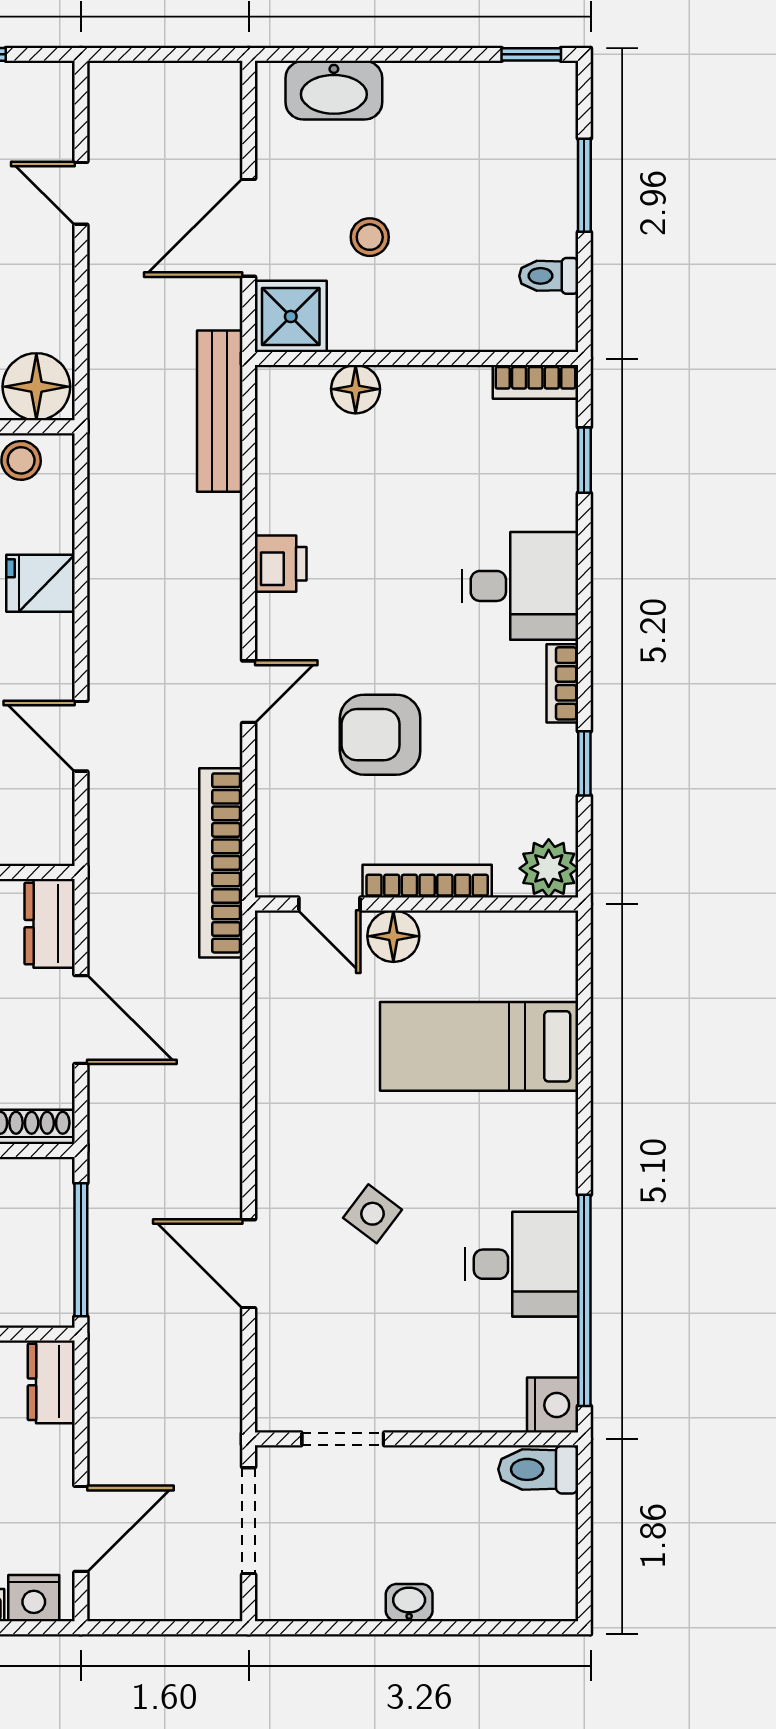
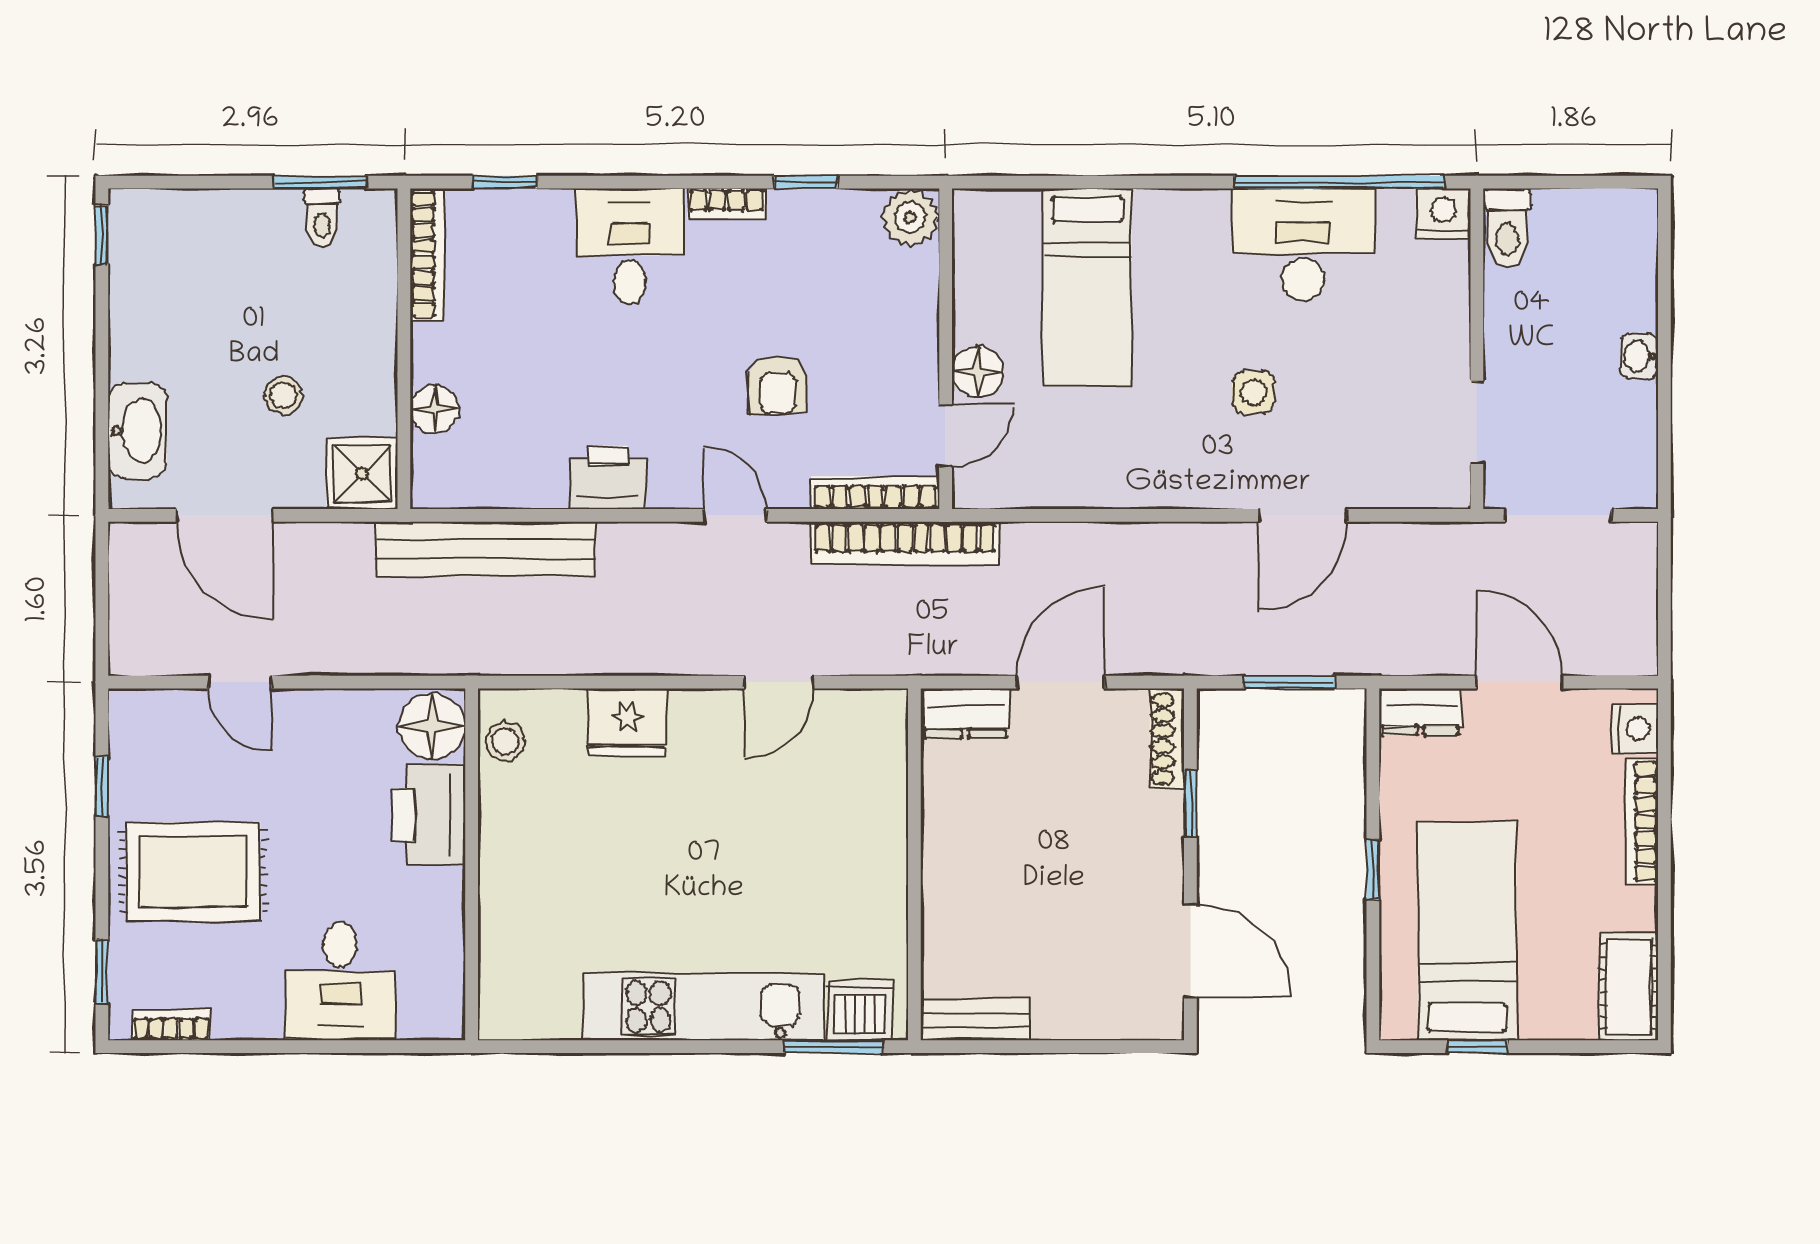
window: (584, 185) -> (320, 182), moved
door: (81, 193) -> (240, 682), hinge flipped
door: (249, 228) -> (225, 515), moved
bookcase: (535, 382) -> (427, 254), width x1.56
bench: (220, 411) -> (486, 549), width x1.37, depth x1.21
printer: (281, 564) -> (608, 478), width x1.36, depth x1.24
fridge: (40, 583) -> (627, 722), width x1.38
armchair: (380, 735) -> (778, 385), width x0.72, depth x0.72
bookcase: (427, 881) -> (875, 493), moved, turned 90
side table: (372, 1214) -> (1253, 392), turned -37
window: (81, 1250) -> (1289, 682), width x0.69
desk: (522, 1264) -> (1303, 244), width x1.37
door: (81, 1529) -> (1519, 682), moved

